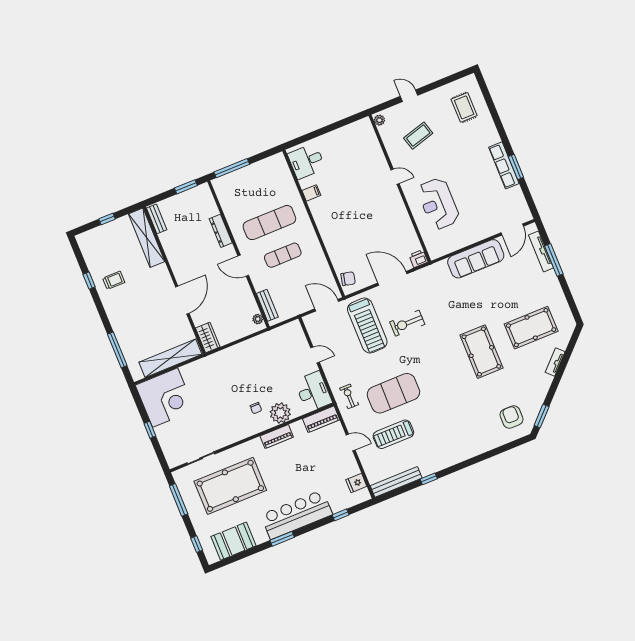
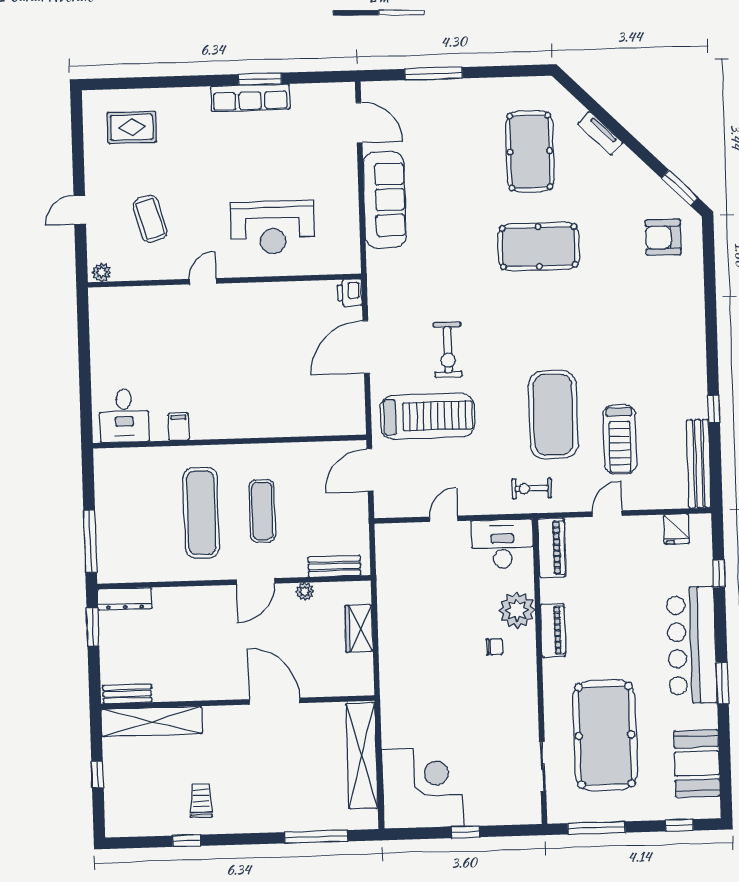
dresser: (221, 231) -> (125, 599), moved
tv unit: (541, 251) -> (412, 89), removed
chair: (348, 279) -> (340, 419), removed
plant: (258, 319) -> (305, 592), moved
wardrobe: (208, 338) -> (359, 629), moved, turned -90

